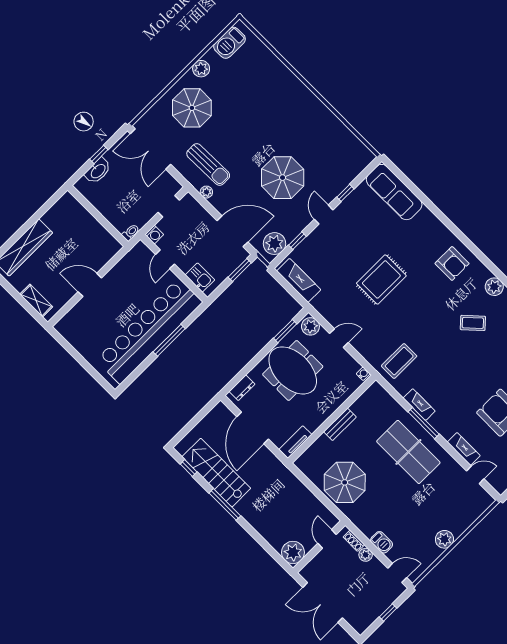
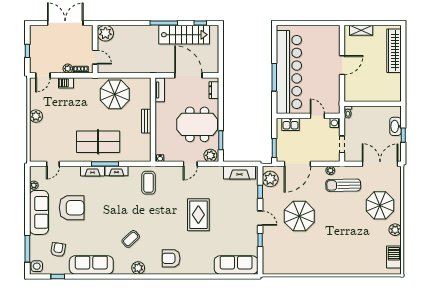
fireplace: (464, 449) -> (92, 171), moved

